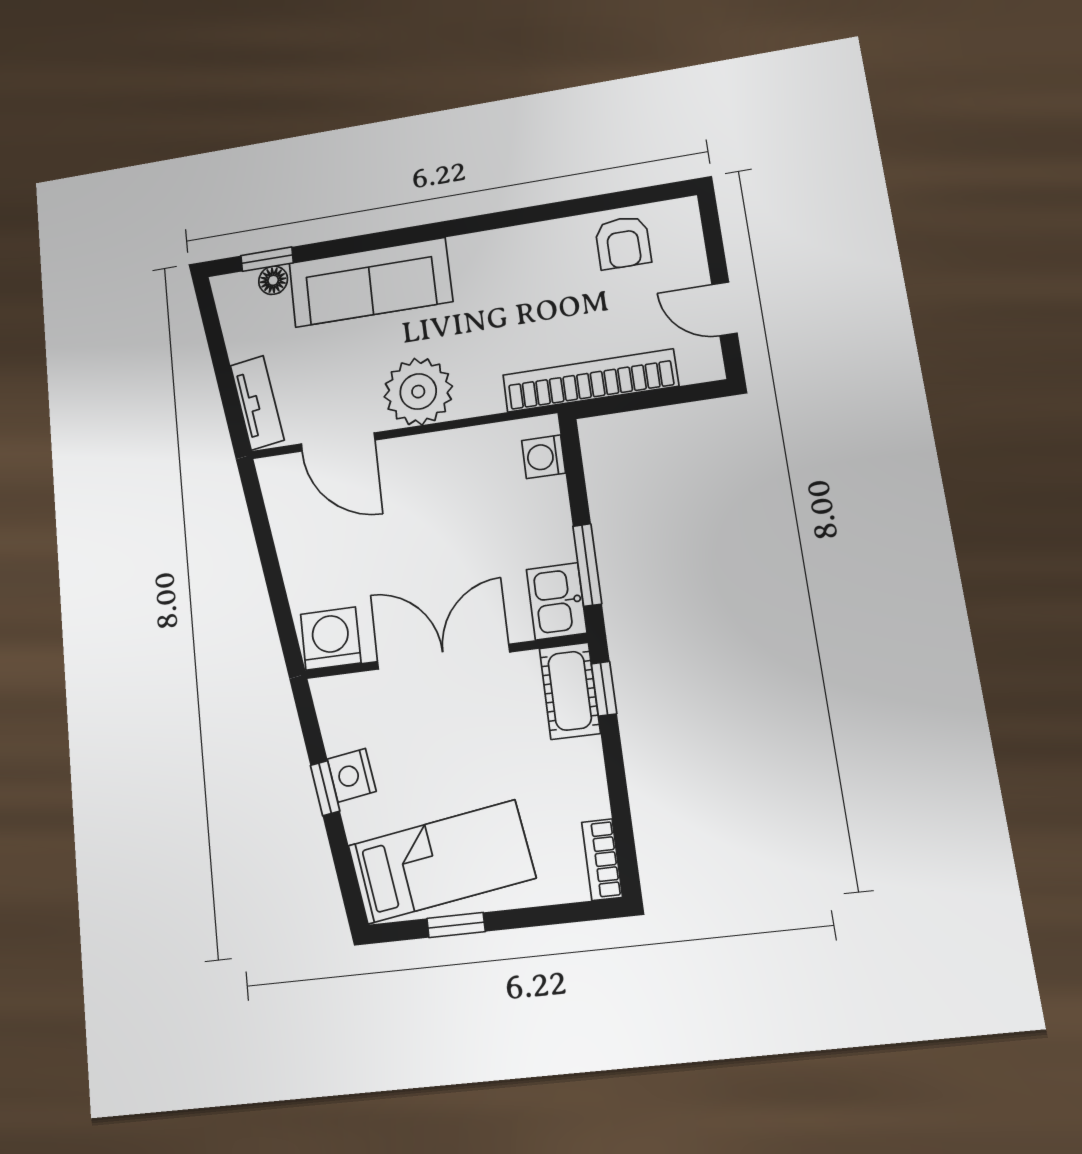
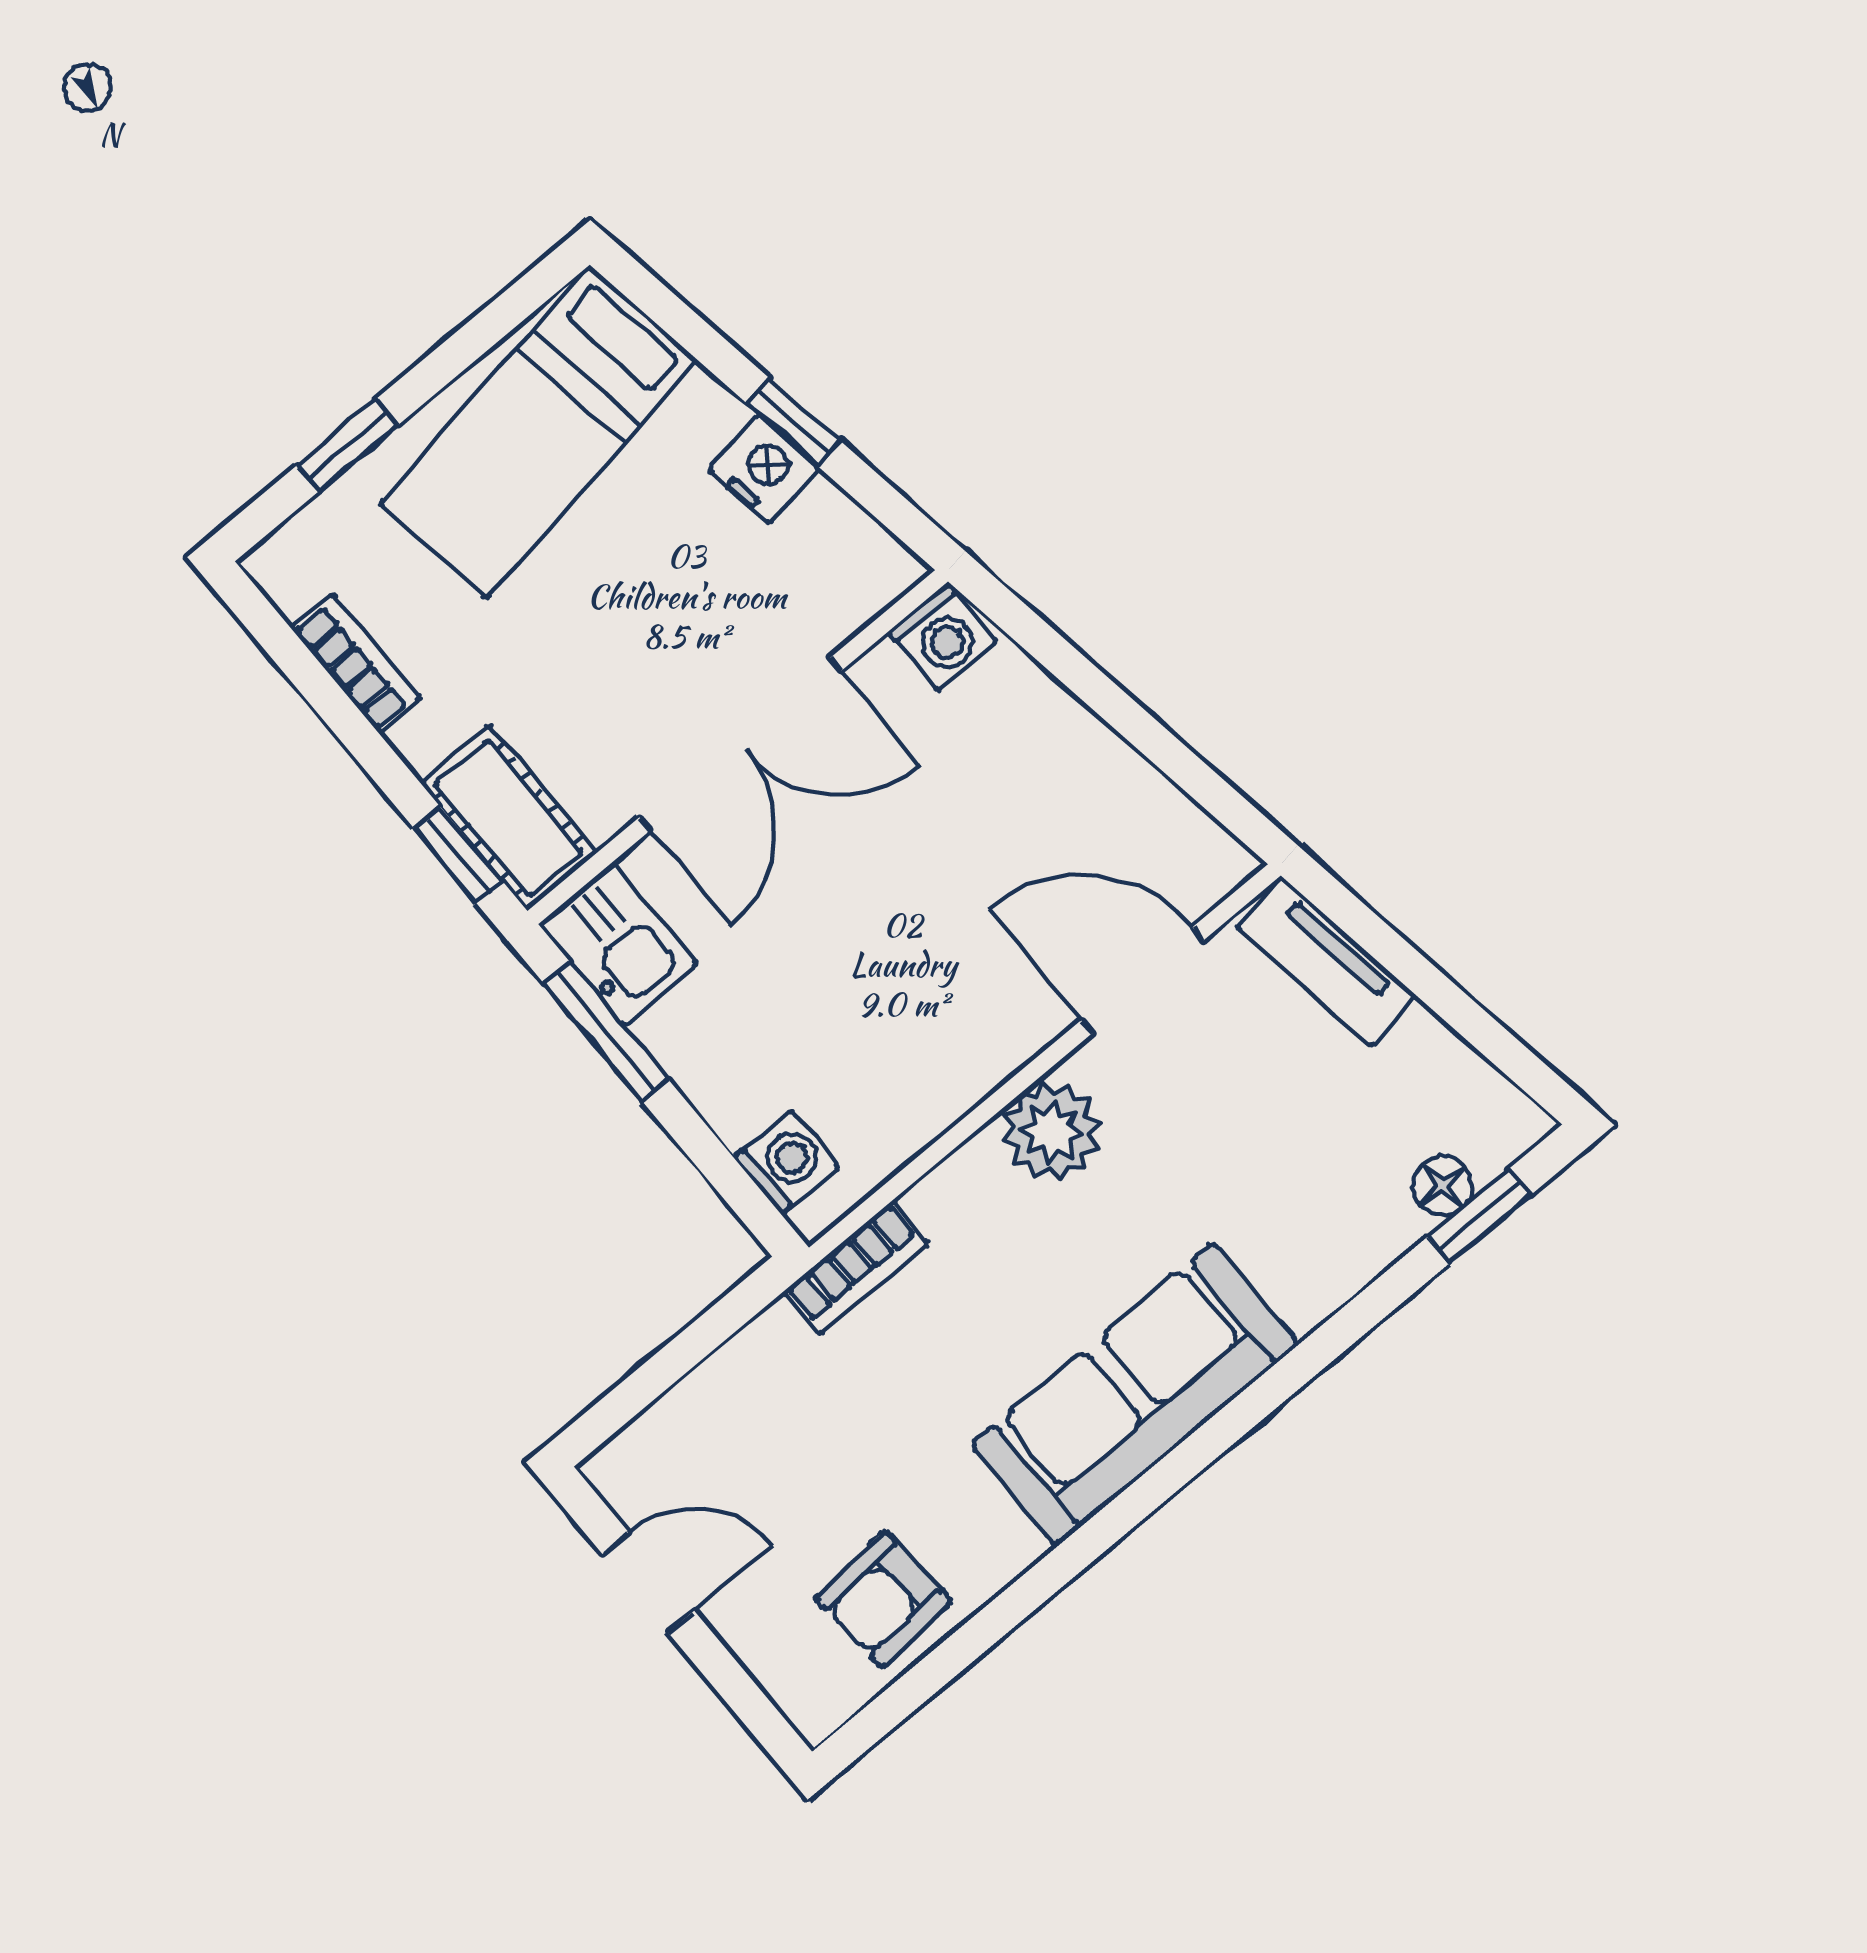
armchair: (623, 243) -> (883, 1599), turned -94
sofa: (370, 282) -> (1135, 1394), moved
bookcase: (590, 381) -> (856, 1268), width x0.43, depth x0.76
plant: (418, 392) -> (1052, 1132), width x0.73, depth x0.73
washing machine: (331, 638) -> (942, 637), width x0.73, depth x0.73
bookcase: (602, 860) -> (356, 664), moved
window: (456, 925) -> (348, 445), moved

